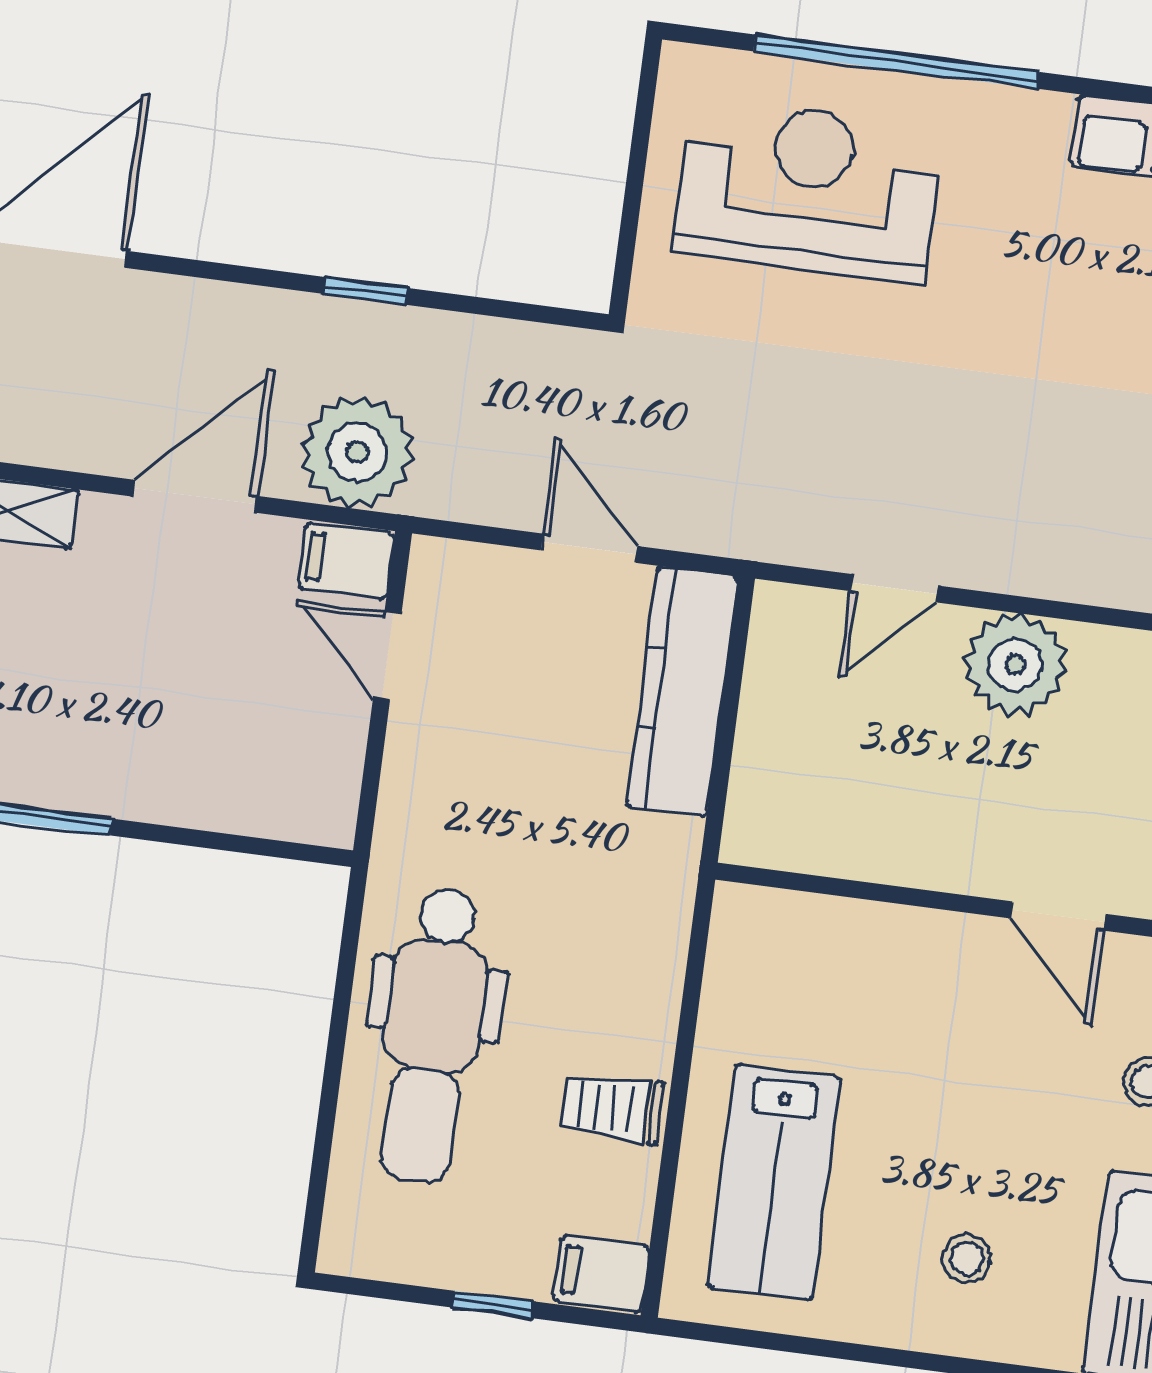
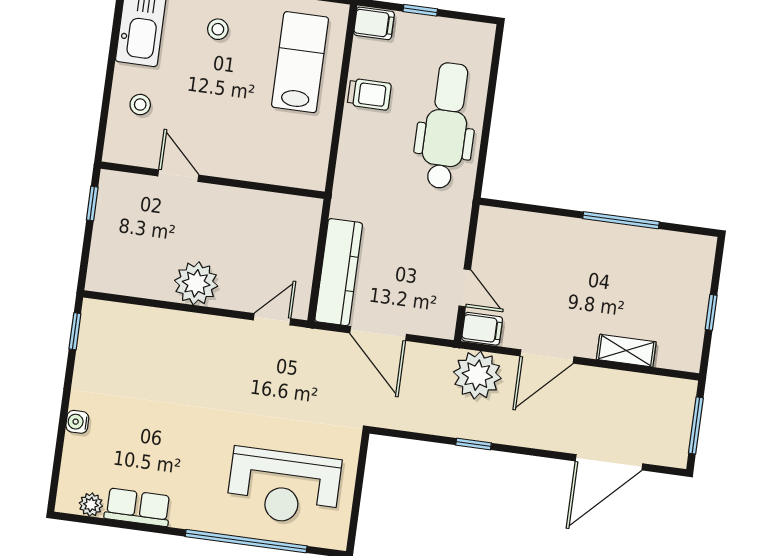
door: (589, 548) -> (378, 334), width x1.38
door: (894, 588) -> (272, 319), moved

